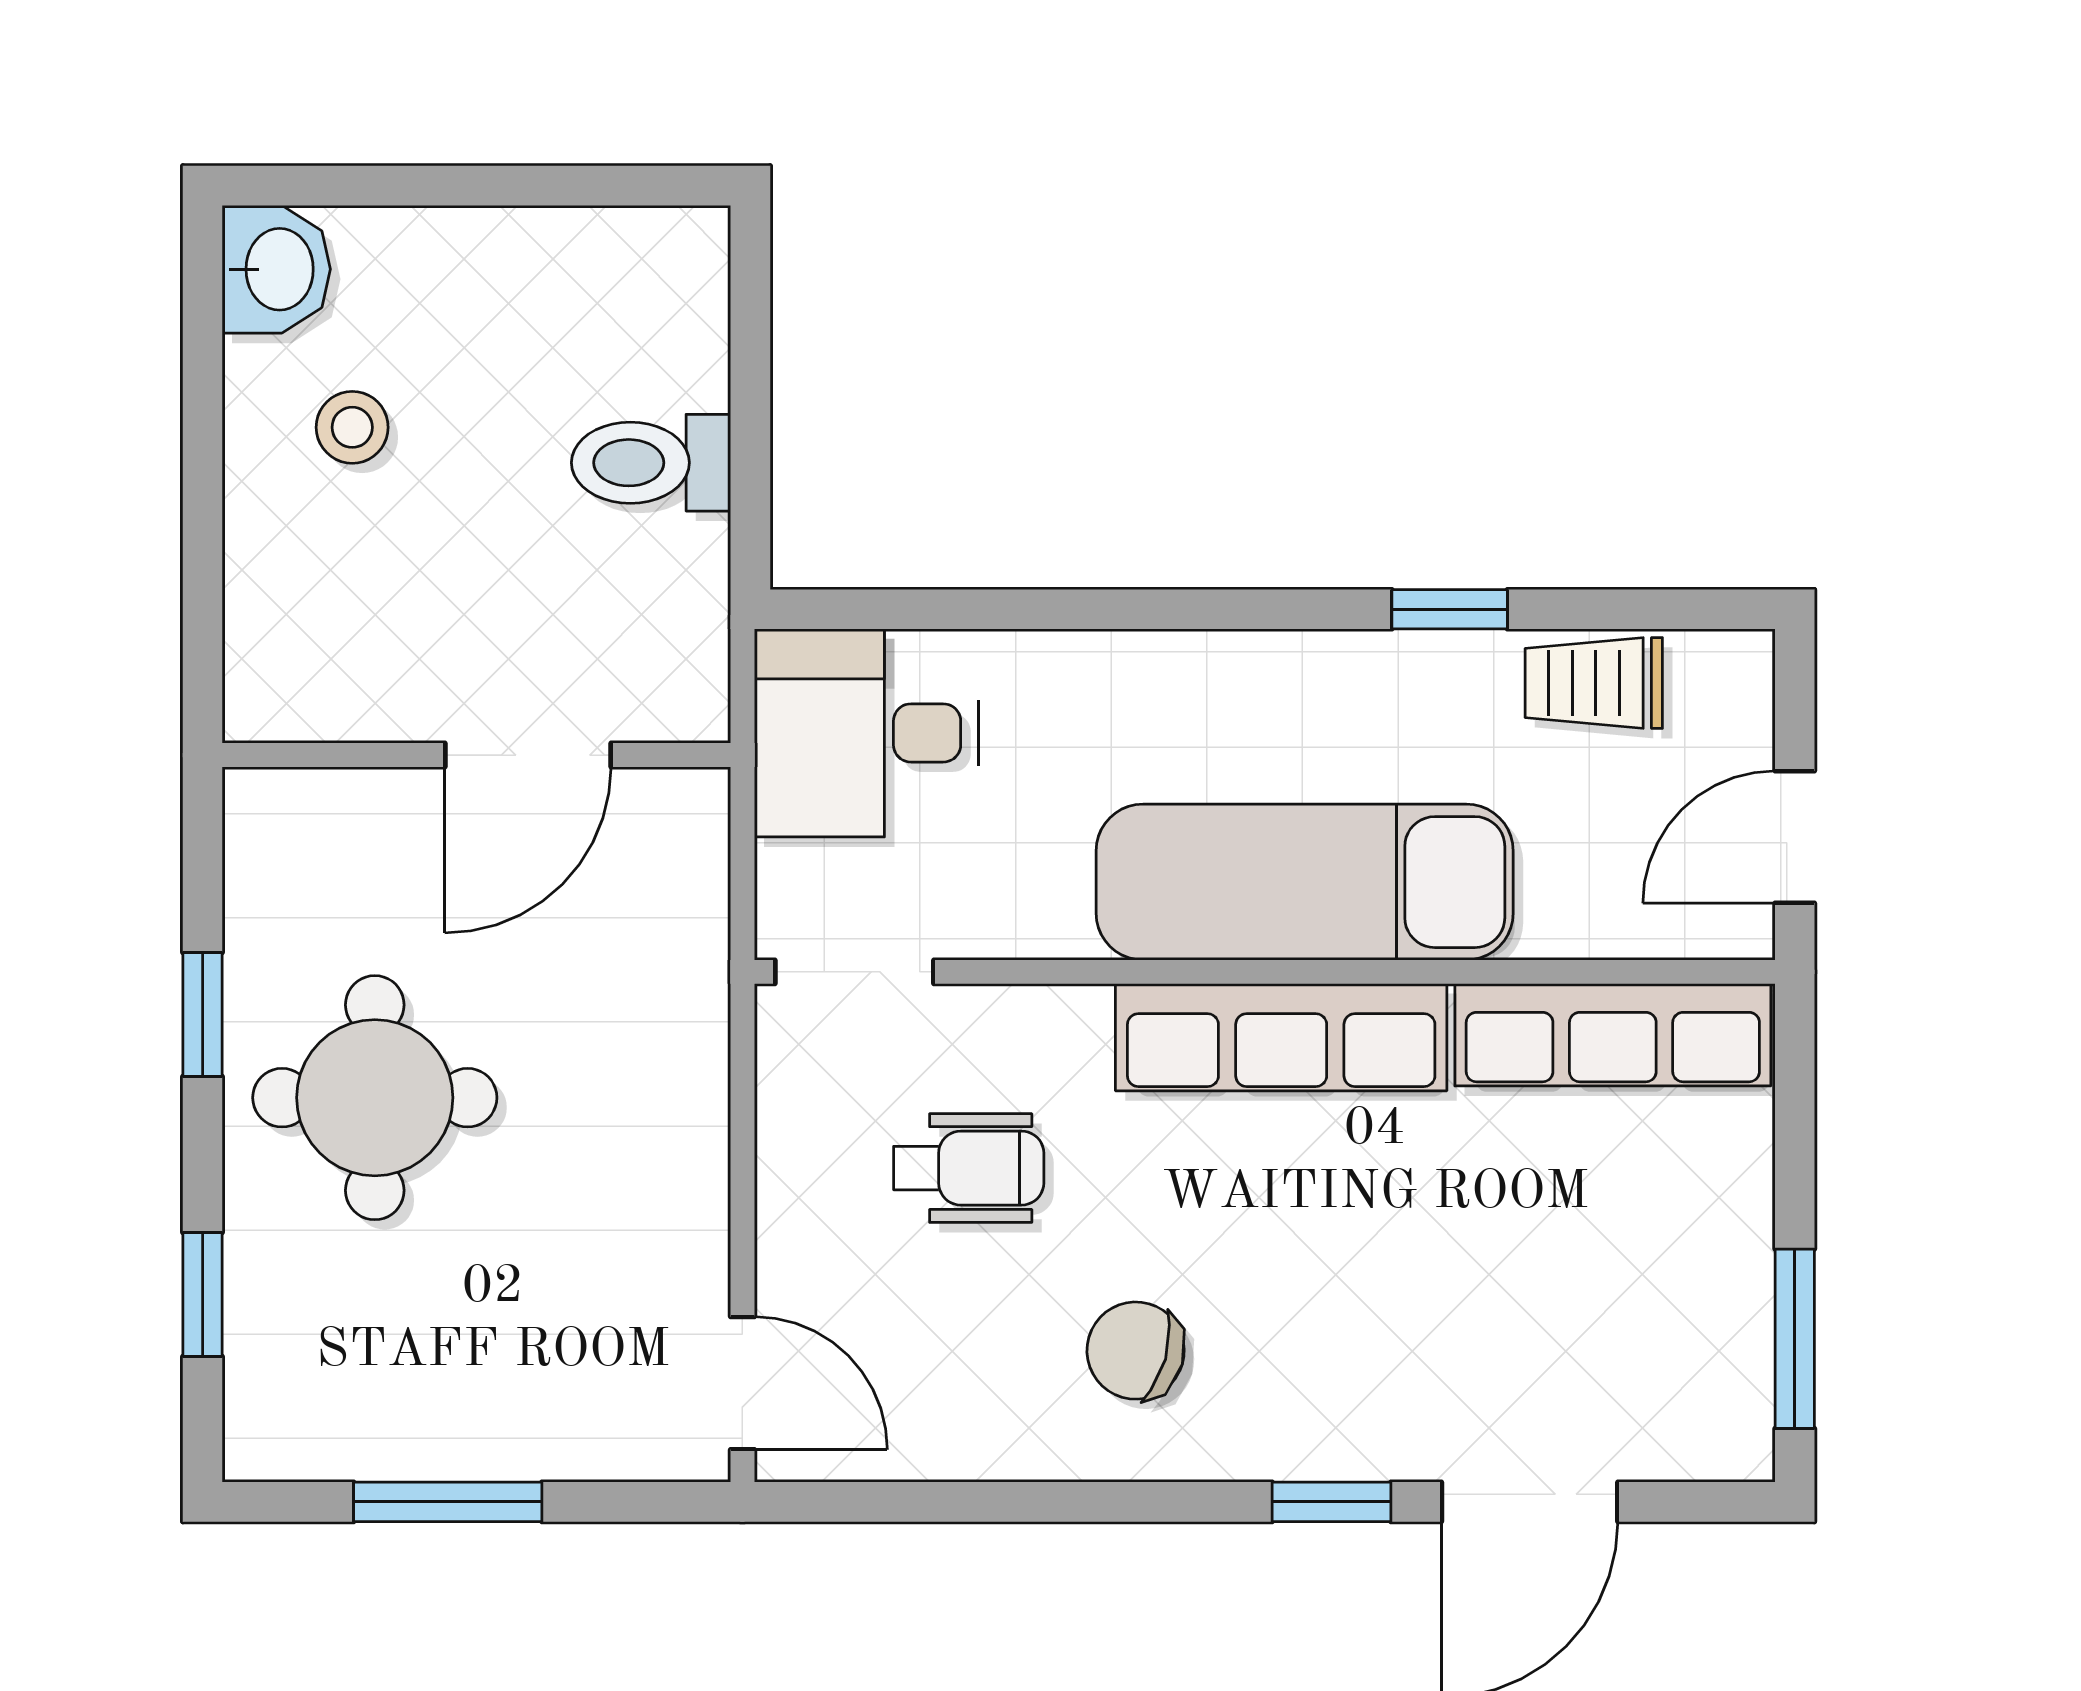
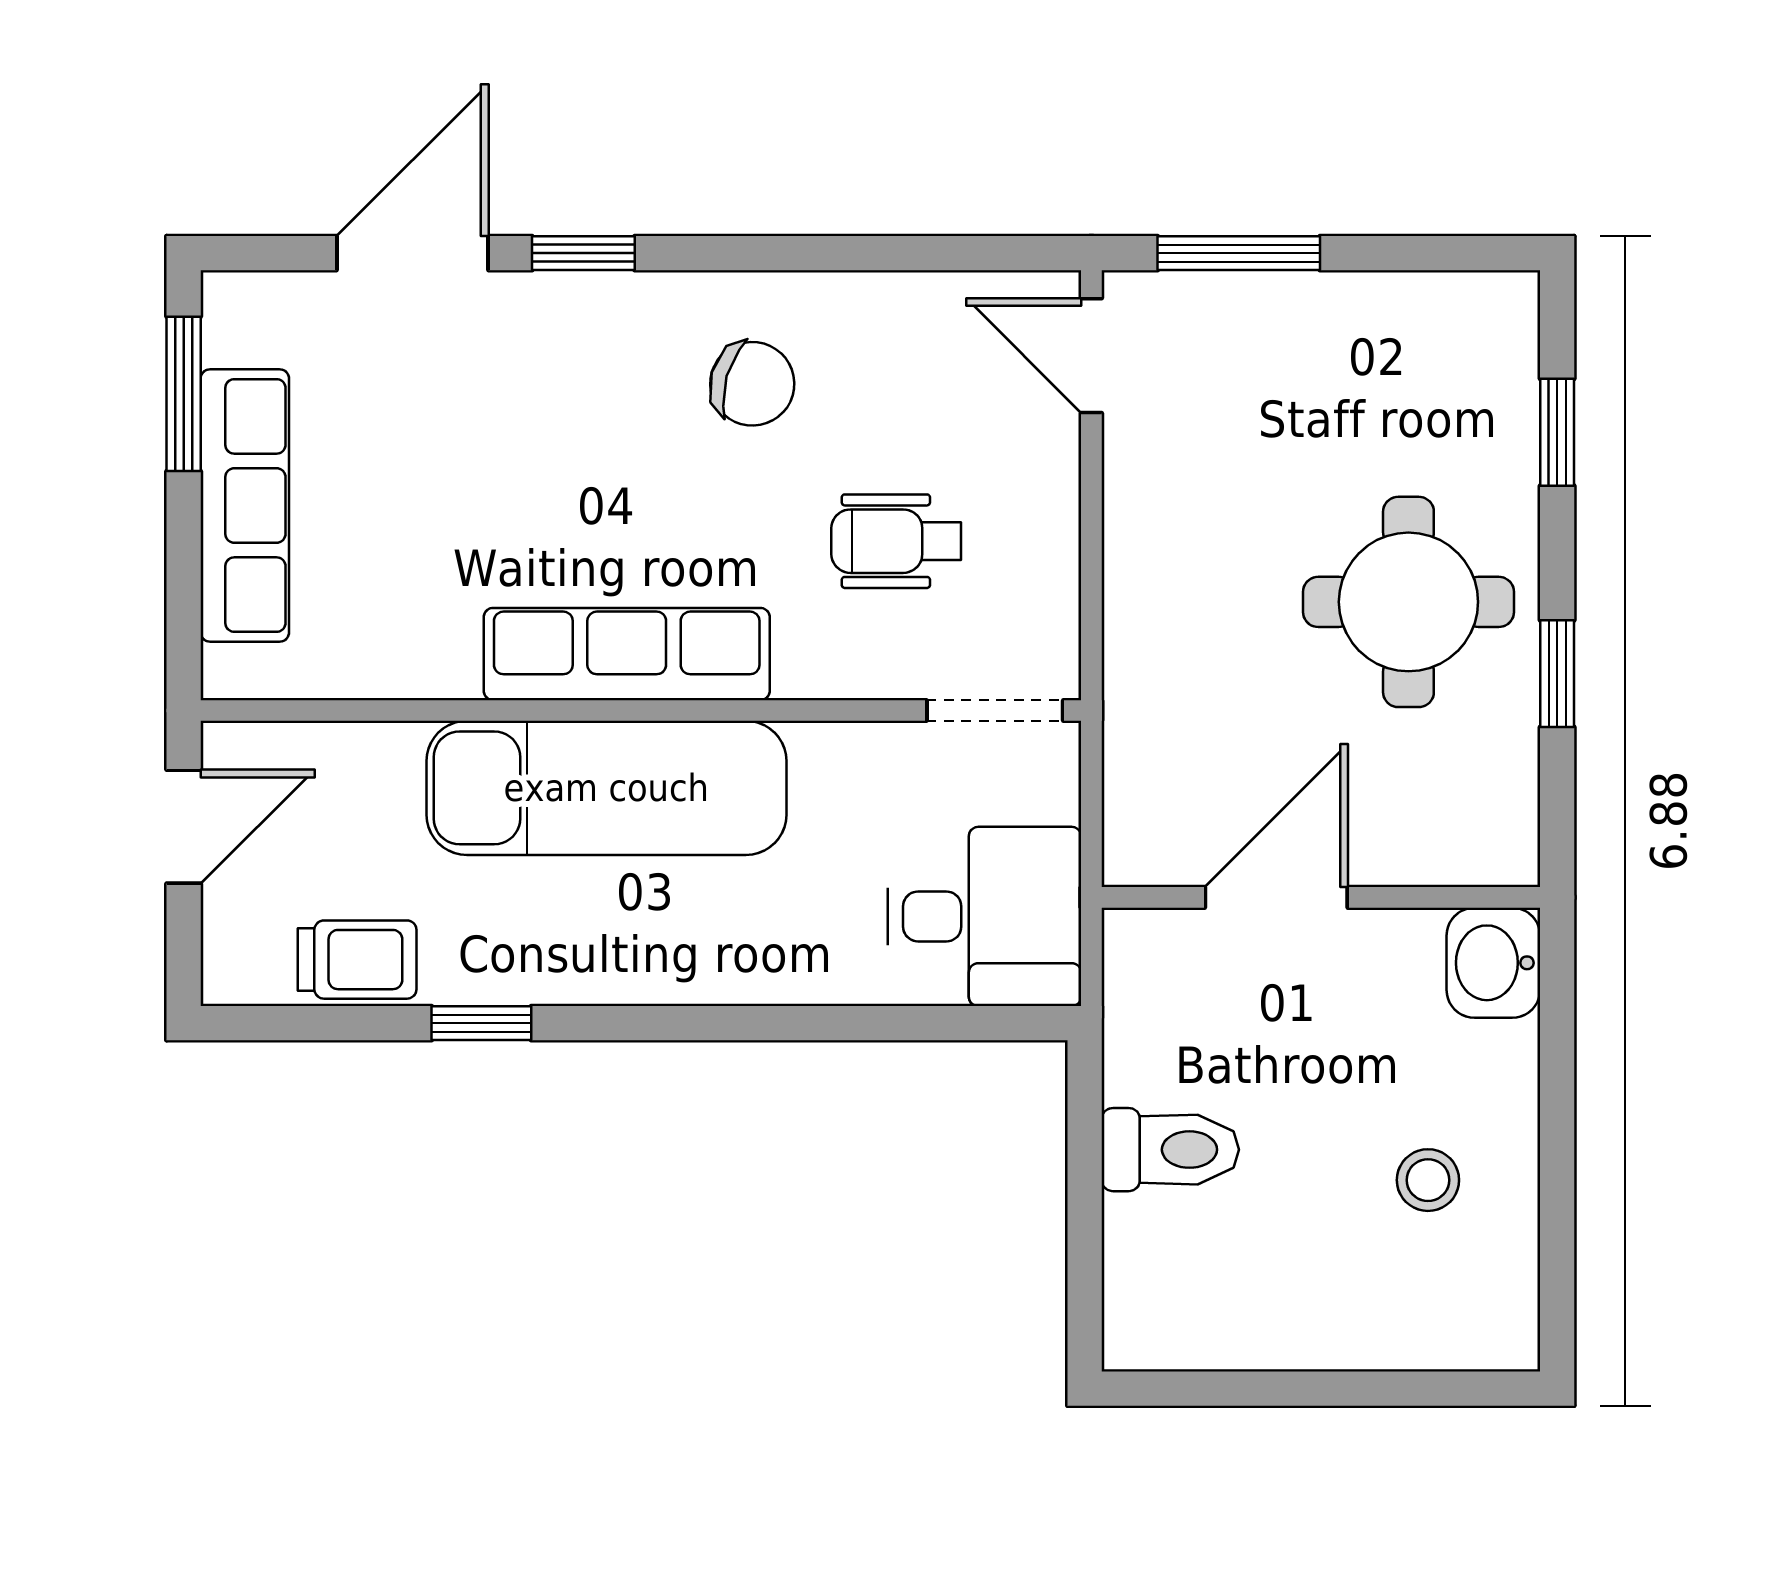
washbasin: (276, 269) -> (1493, 963), moved
row of seats: (1613, 1035) -> (245, 505), moved, turned 90
window: (448, 1502) -> (1239, 253), moved

